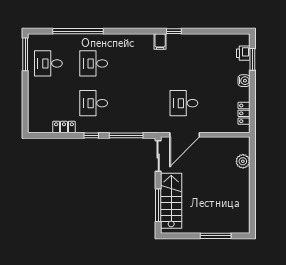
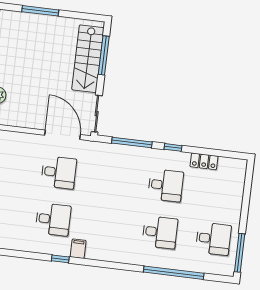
desk: (184, 63) -> (53, 219), added
door: (185, 135) -> (63, 135), hinge flipped

